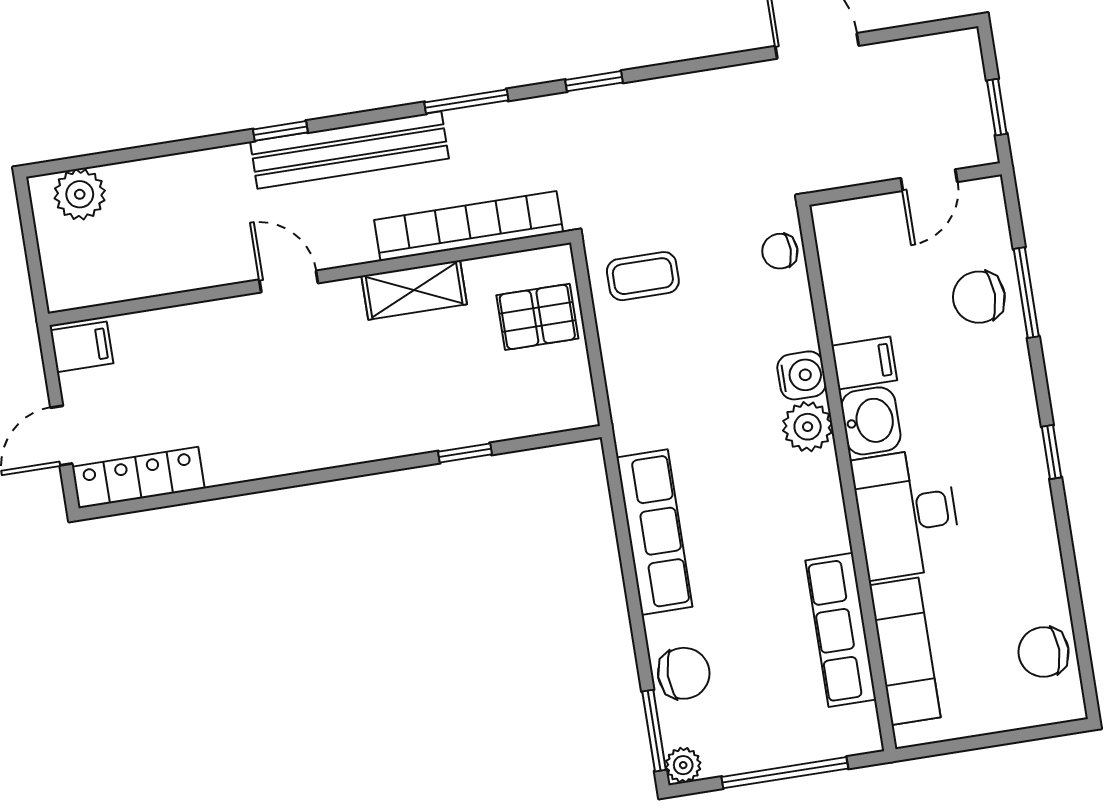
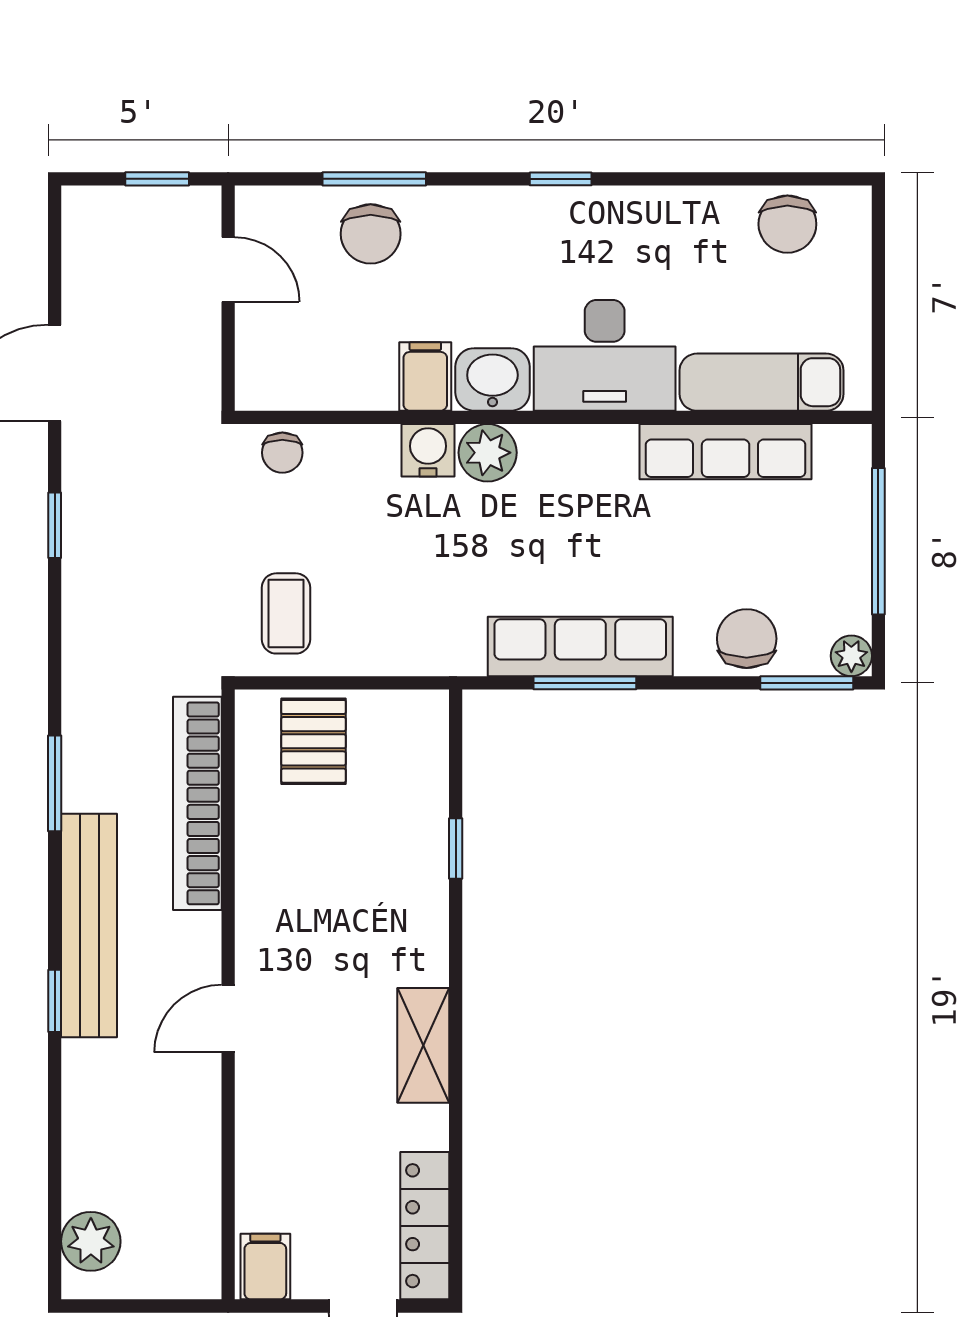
window: (594, 81) -> (55, 525), moved
shelving: (414, 290) -> (423, 1045), moved
window: (624, 541) -> (585, 683), added

